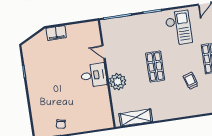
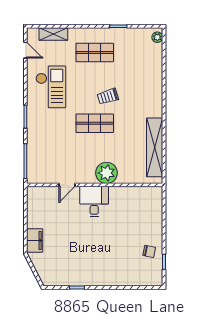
checkout: (179, 28) -> (51, 87), turned 90
trolley: (191, 81) -> (108, 96), moved
shelving: (136, 117) -> (155, 147), width x1.47

